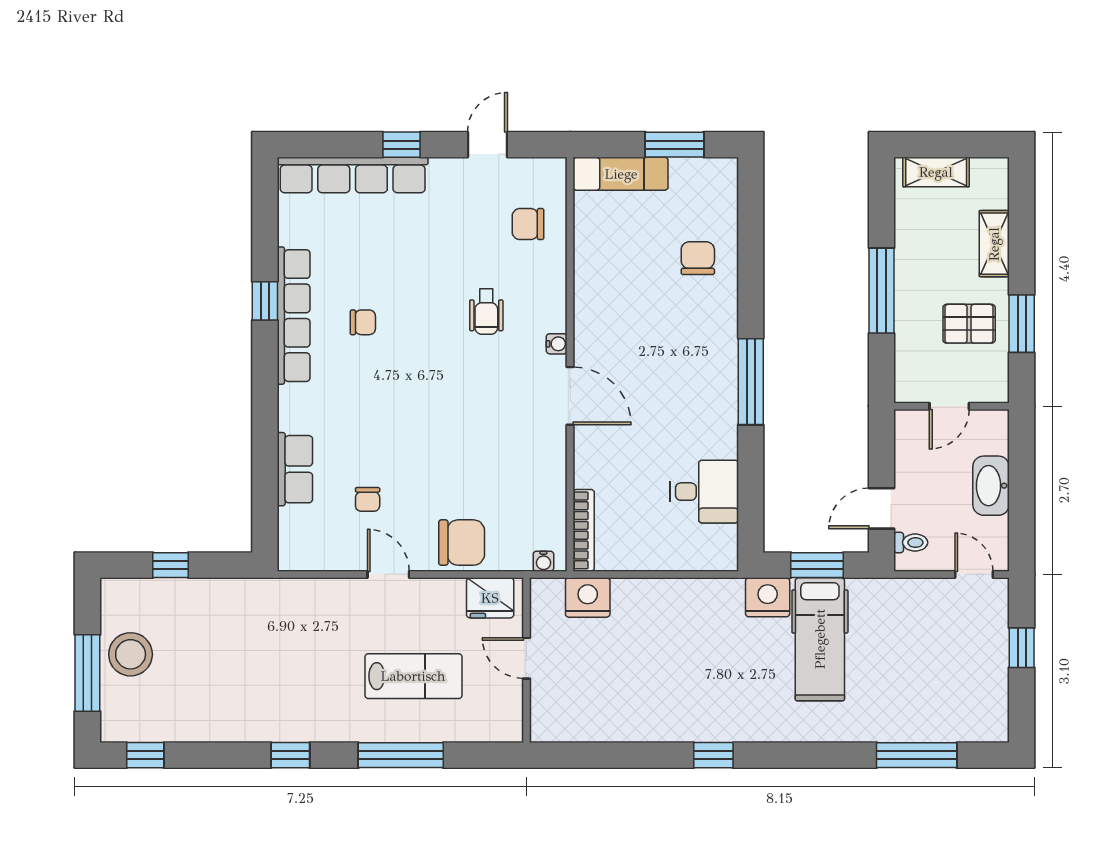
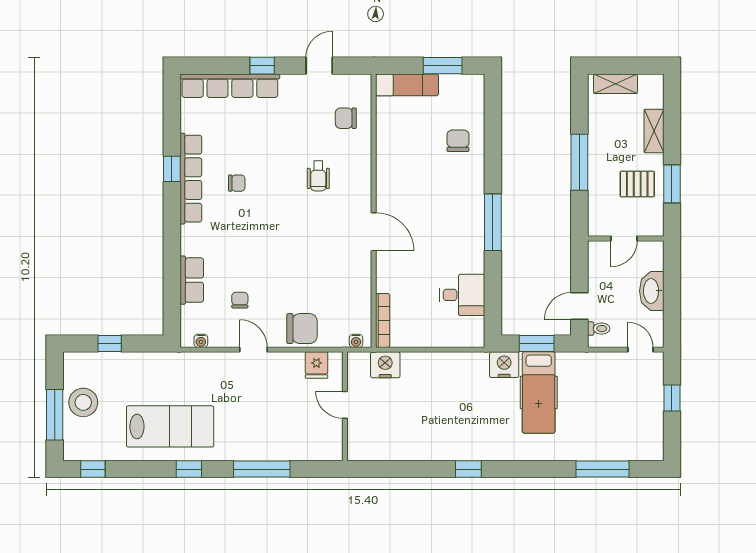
water cooler: (557, 344) -> (201, 341), moved, turned 90
chair: (368, 499) -> (240, 300), turned 180
fridge: (490, 598) -> (316, 365), width x0.72
lab bench: (413, 676) -> (170, 426), moved, width x1.36, depth x1.39

